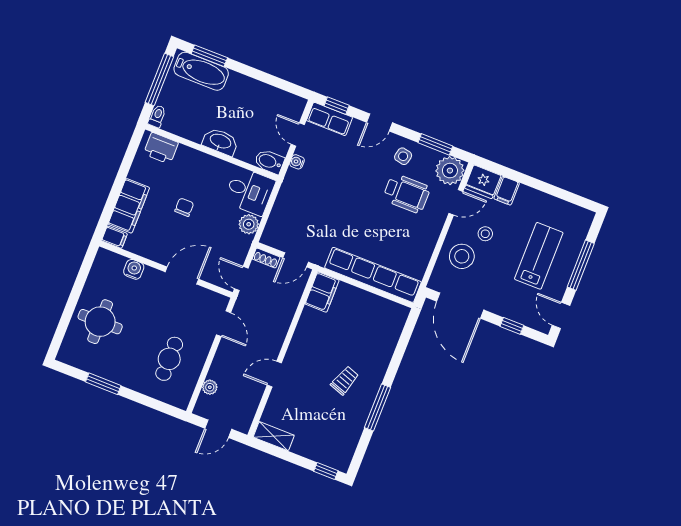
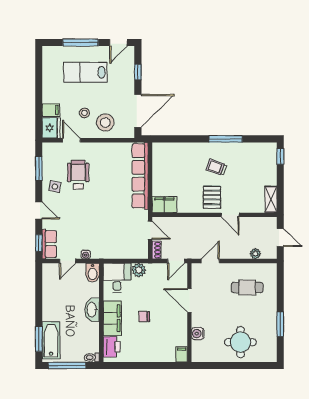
plant: (450, 171) -> (52, 152), removed
filing cabinet: (129, 206) -> (112, 318), moved, turned 90
pallet: (307, 359) -> (212, 197), added

